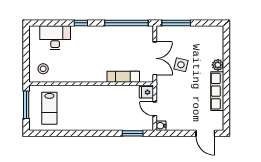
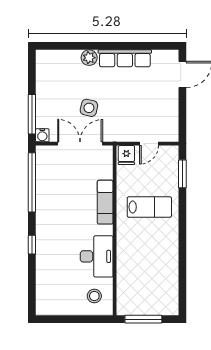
desk: (55, 38) -> (97, 256), moved, turned 180
exam couch: (123, 77) -> (105, 202), moved
lab bench: (49, 108) -> (149, 207), moved
water cooler: (161, 126) -> (42, 135), moved

